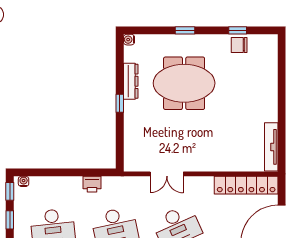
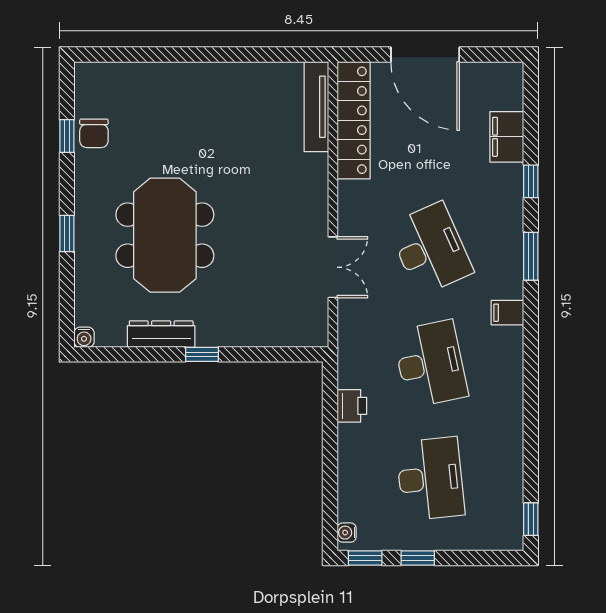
tv unit: (271, 147) -> (316, 107), moved, turned 90

